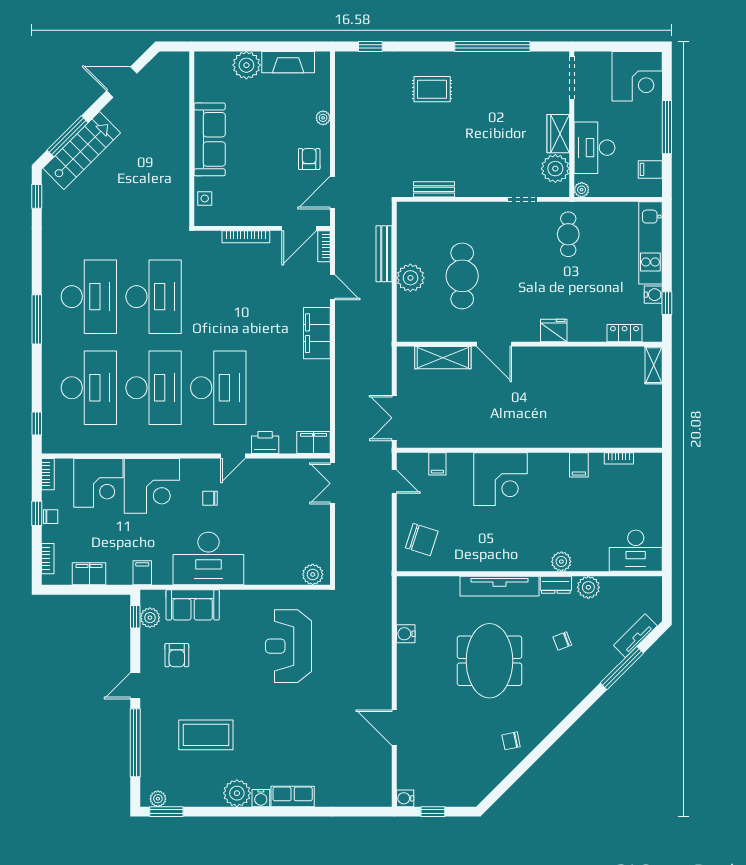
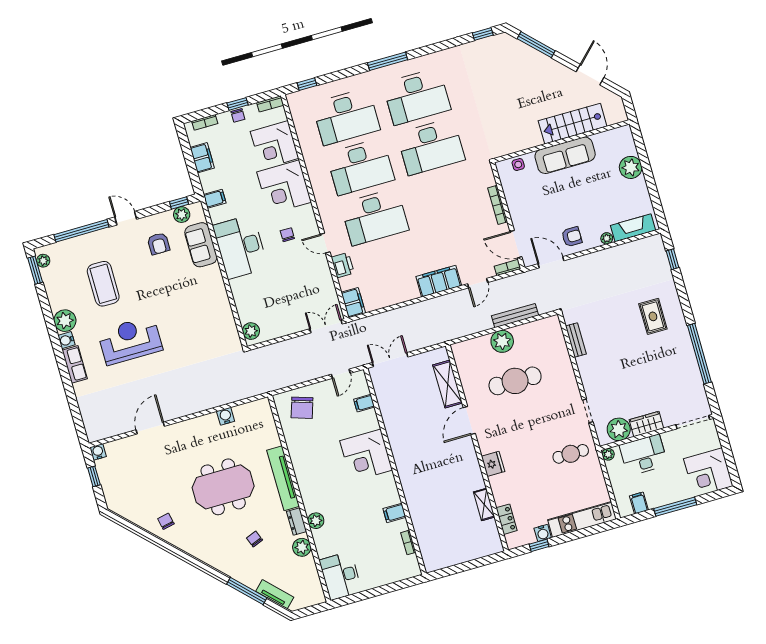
fireplace: (288, 62) -> (633, 228), moved, turned 90
stairs: (82, 150) -> (573, 124), moved, turned 135
shelving: (654, 365) -> (484, 504), moved, turned 90
reception desk: (288, 646) -> (130, 340), moved
armchair: (177, 655) -> (159, 244), turned -90

